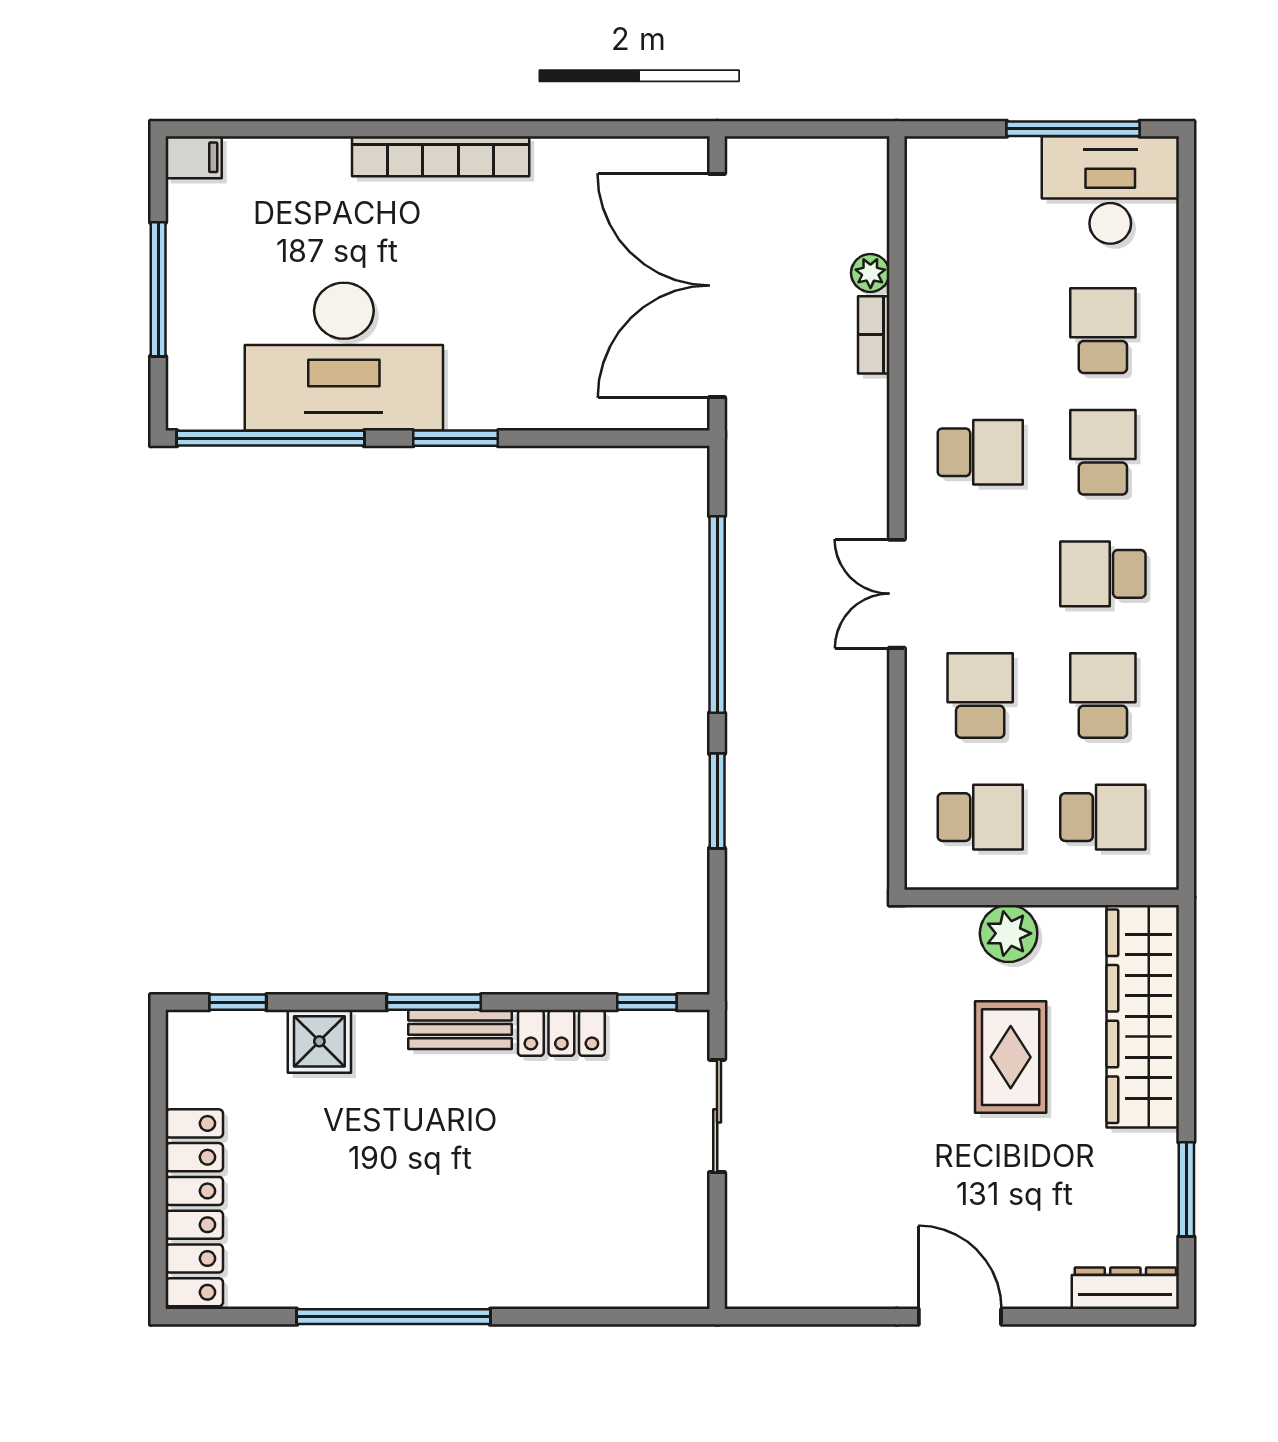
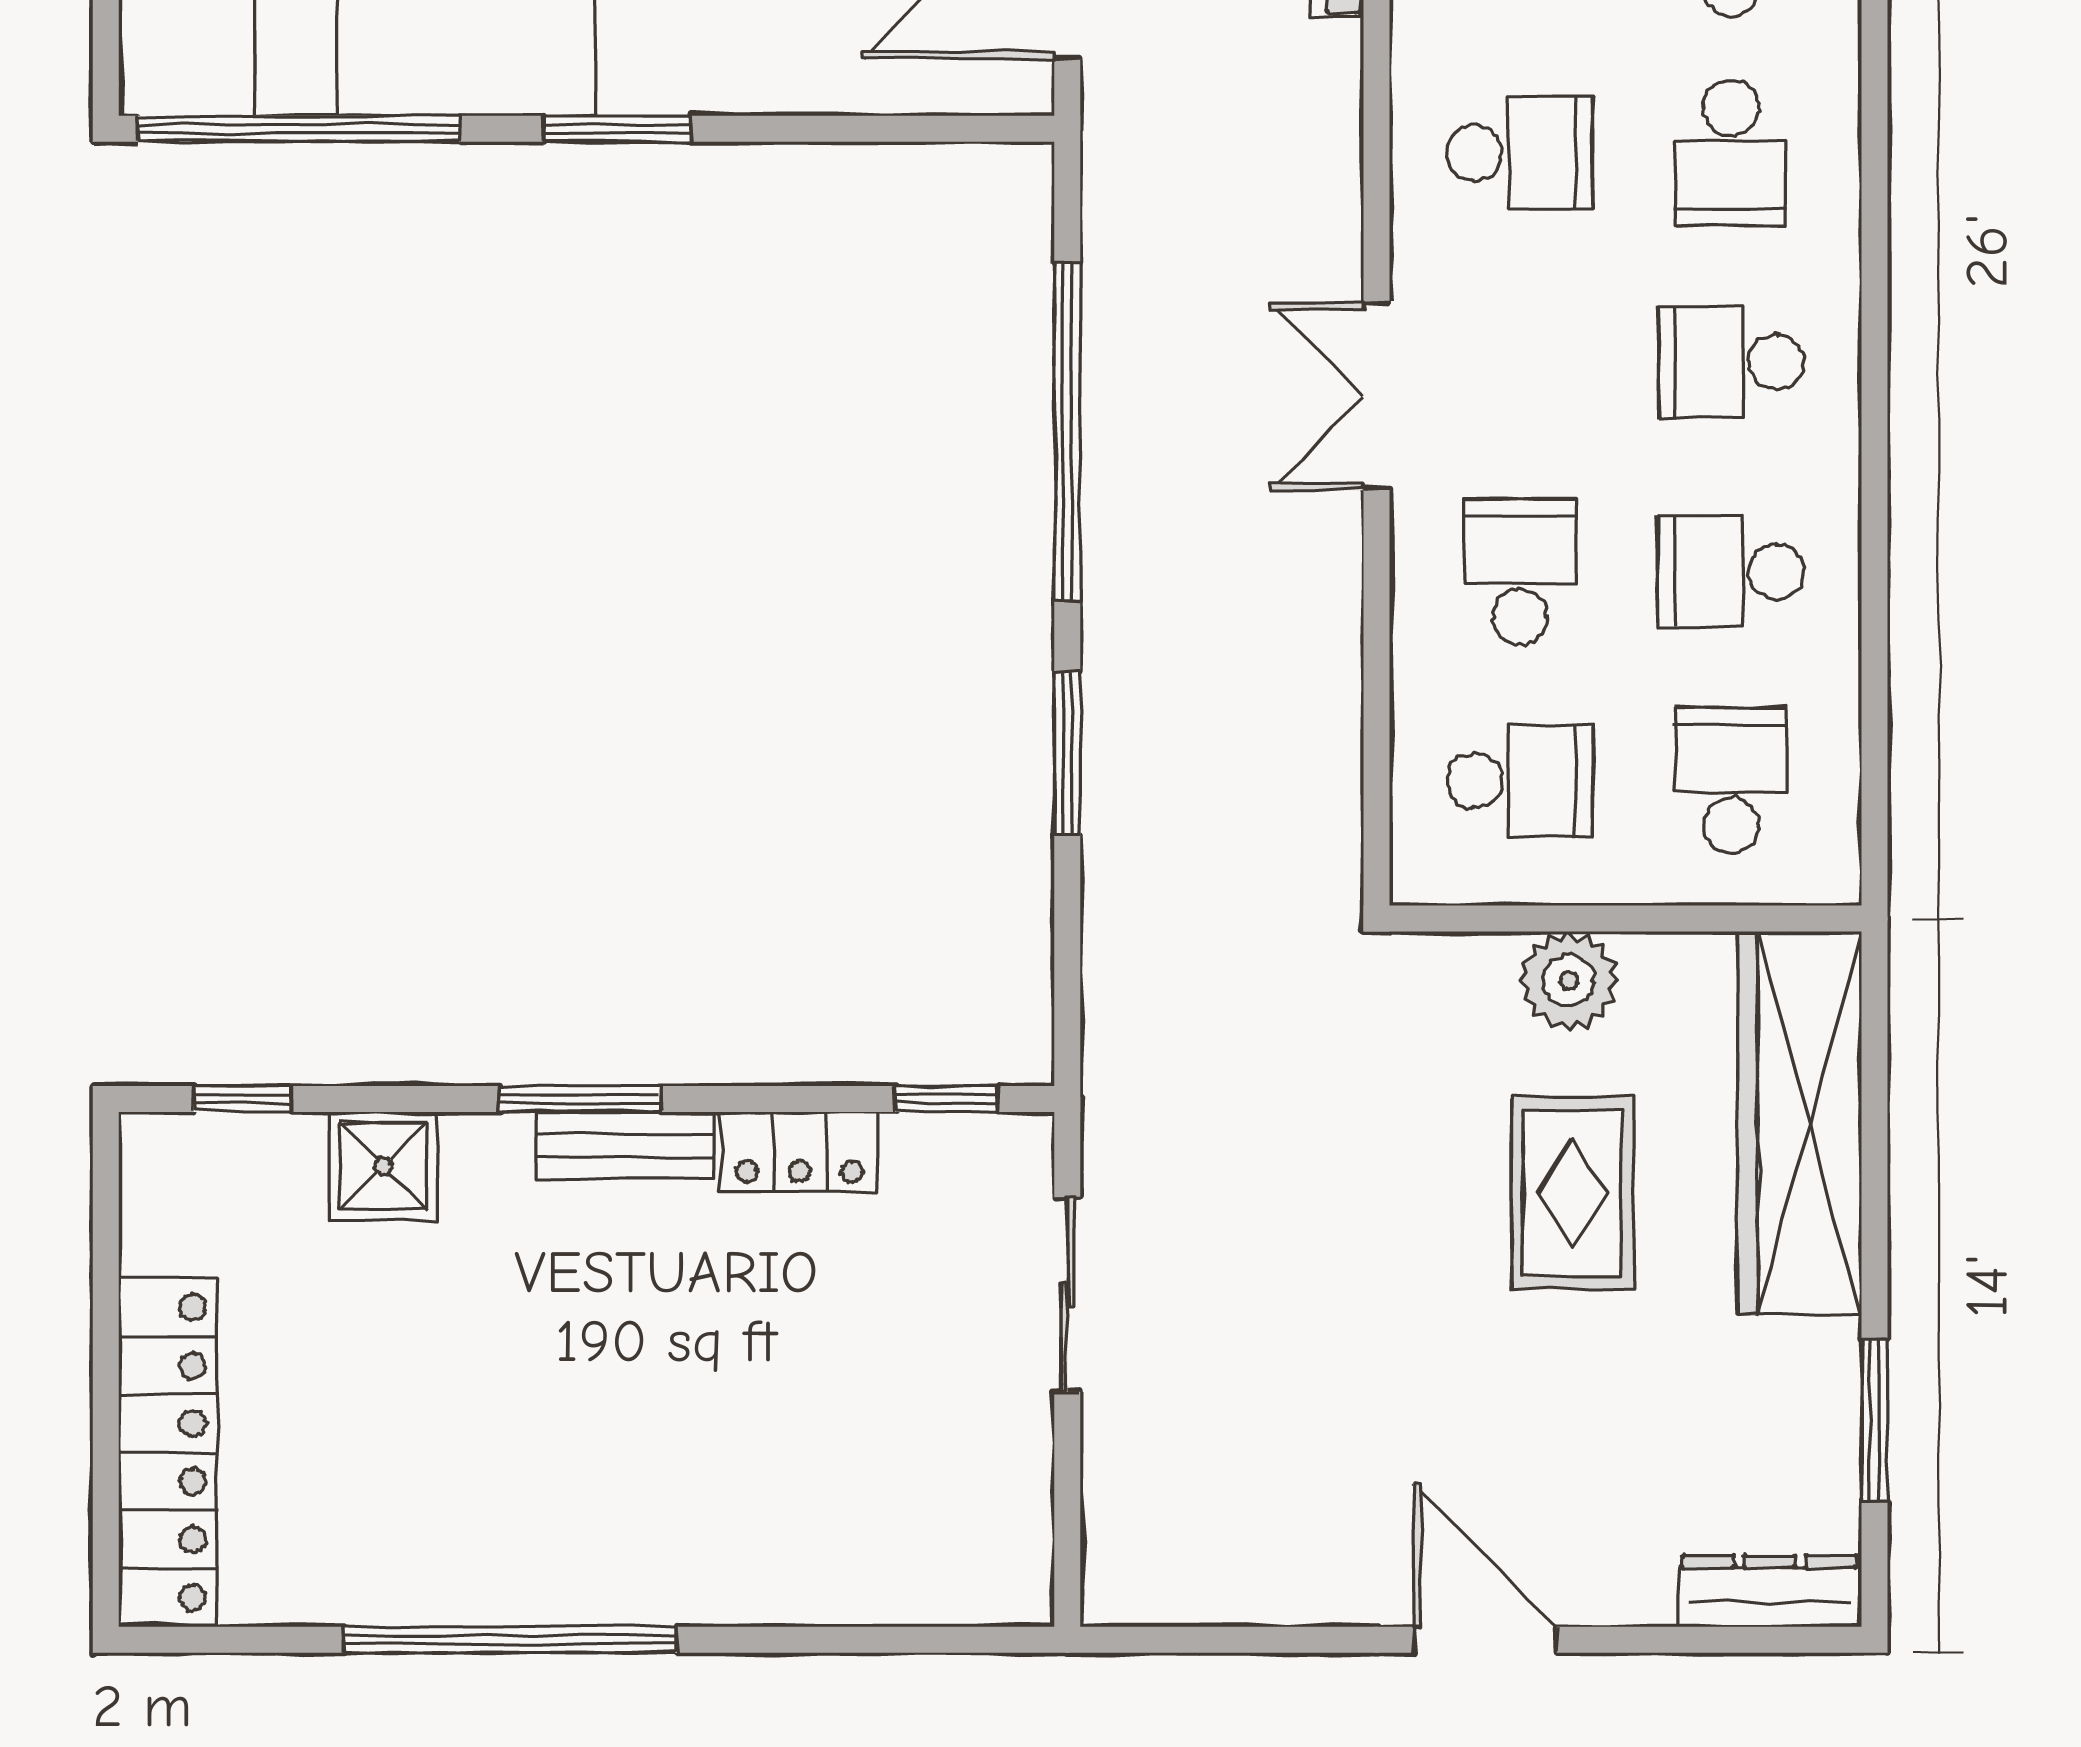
school desk: (1103, 452) -> (1731, 153), turned 180
school desk: (1103, 695) -> (1731, 571), turned -90
school desk: (1103, 817) -> (1731, 780), turned -90

